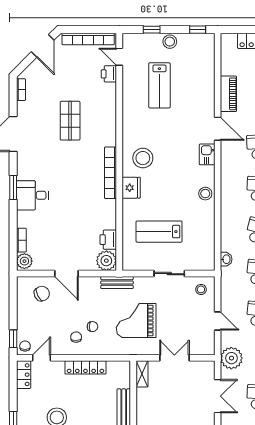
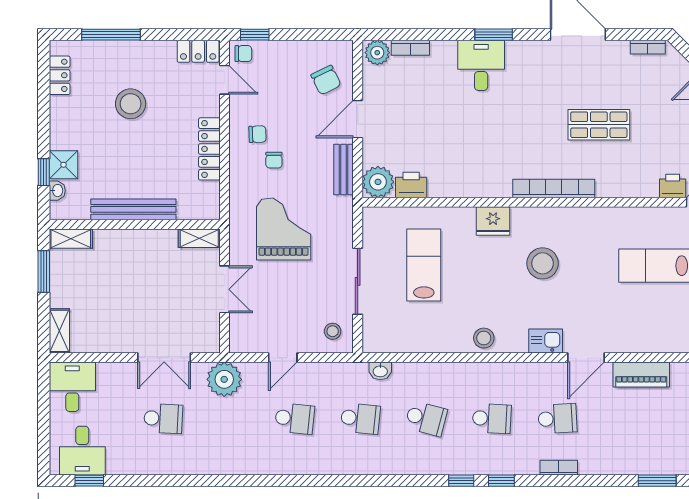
stool: (143, 158) -> (543, 263), moved
bookcase: (111, 173) -> (554, 188), moved
sliding door: (169, 274) -> (358, 281), width x1.37
bench: (117, 282) -> (344, 170), moved

